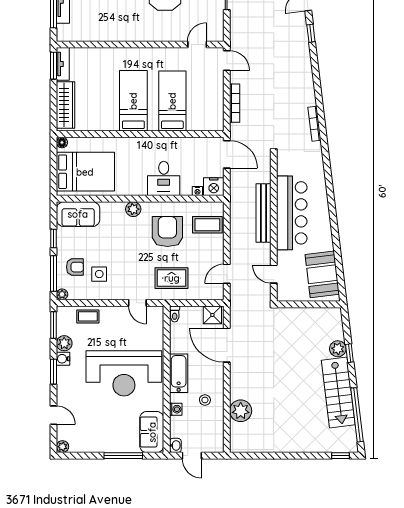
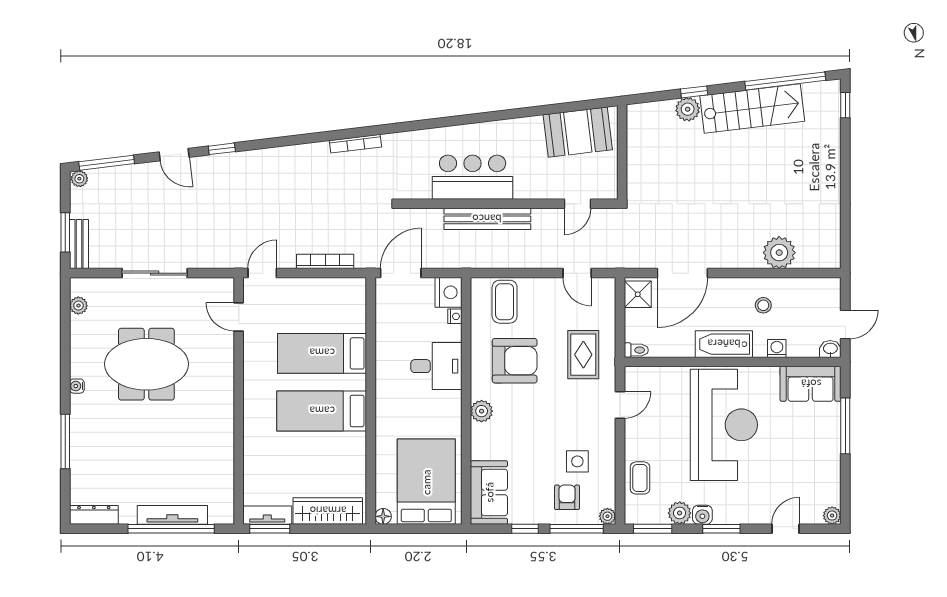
bar counter: (292, 213) -> (473, 177), width x0.73
armchair: (167, 232) -> (515, 361), turned 180

